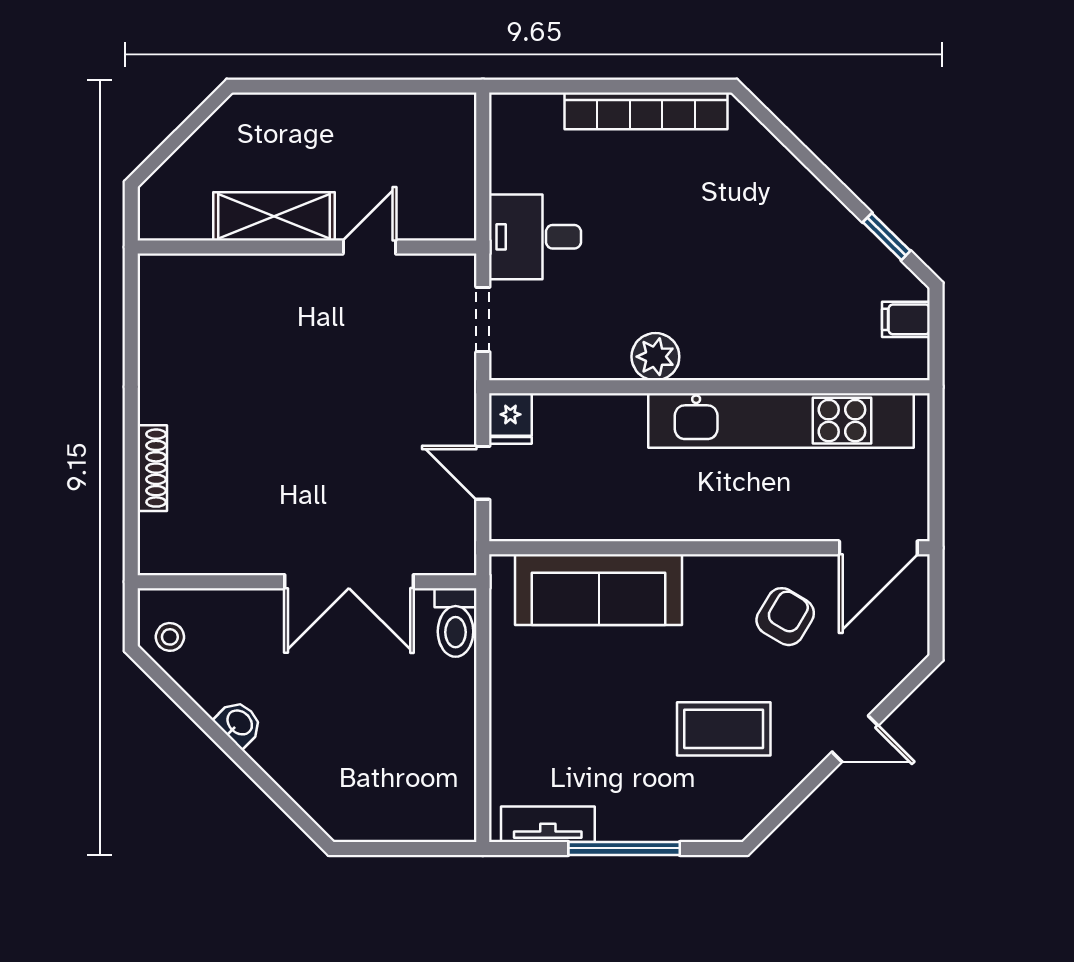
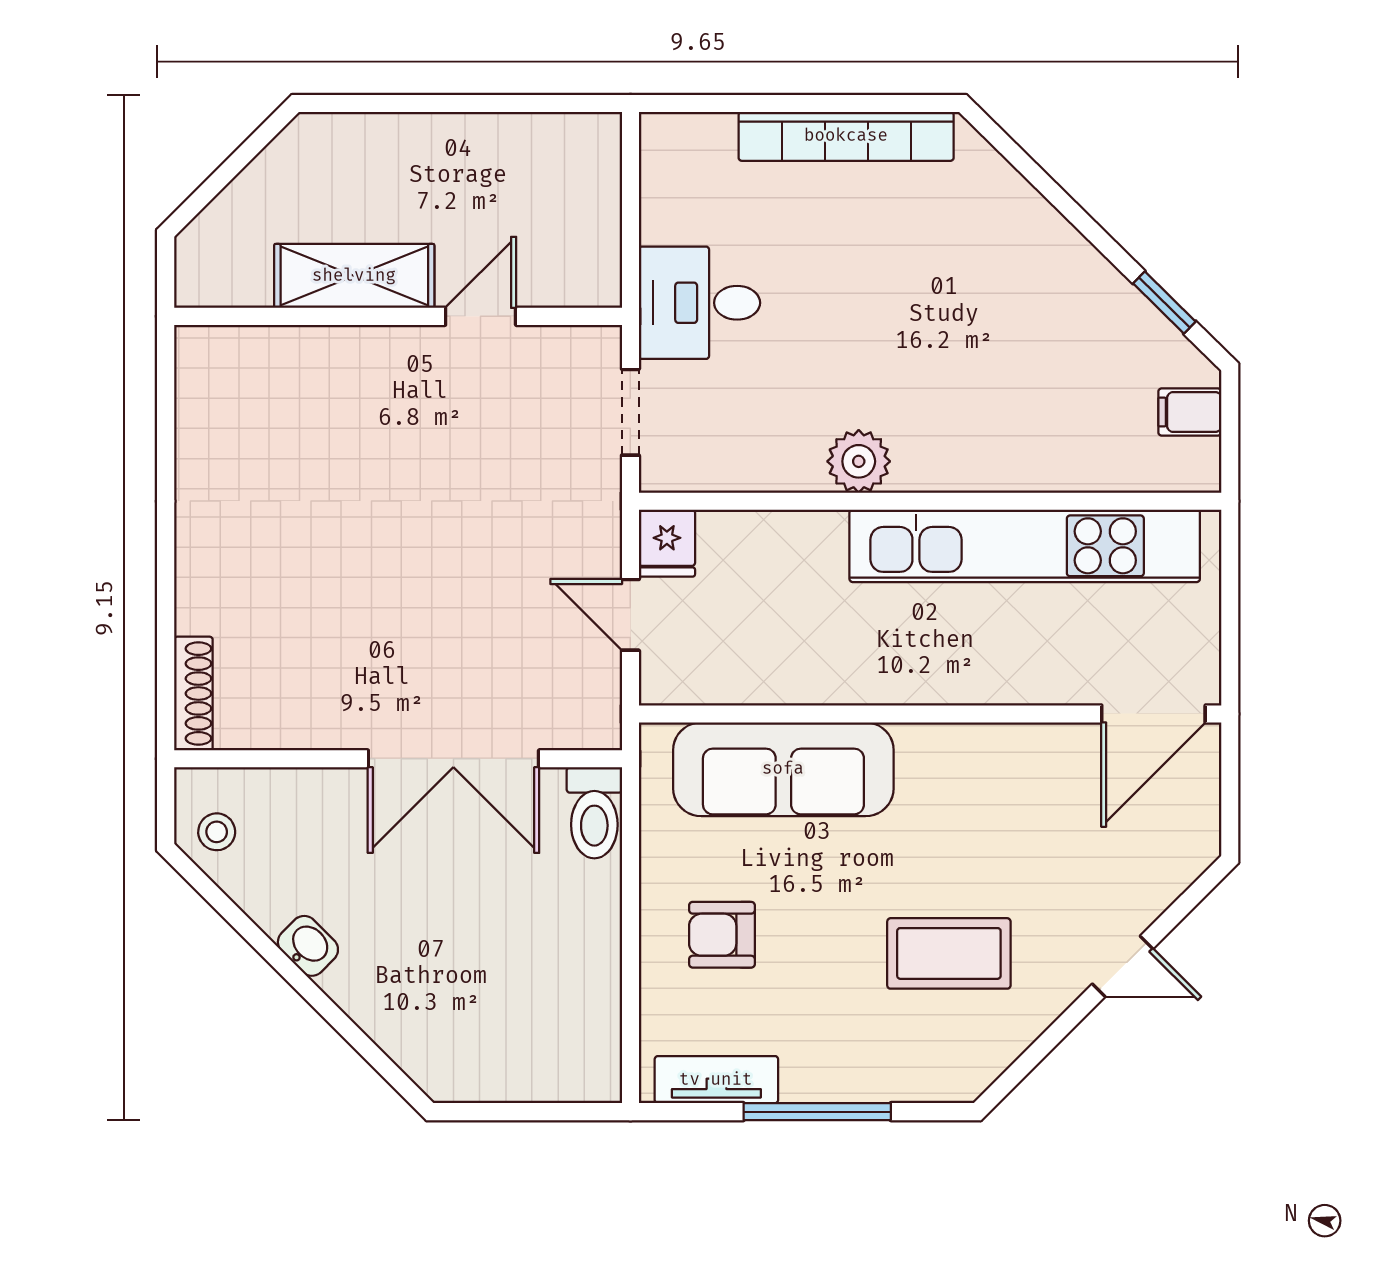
shoe rack: (152, 468) -> (193, 693), moved
armchair: (785, 617) -> (722, 935), moved, turned -121

